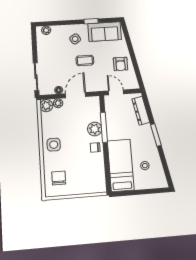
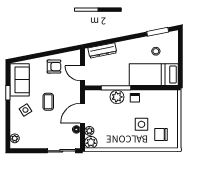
door: (116, 92) -> (82, 73), hinge flipped
door: (76, 95) -> (82, 113), hinge flipped
window: (156, 135) -> (158, 32), moved
side table: (54, 145) -> (141, 124), moved

